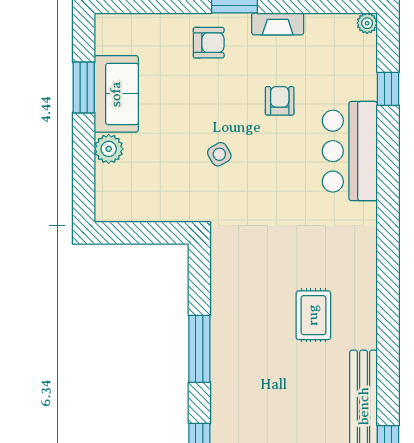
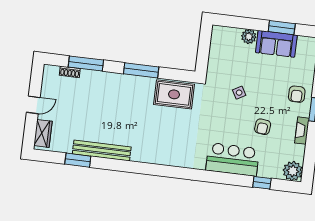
plant: (367, 23) -> (293, 171), width x1.88, depth x1.88
armchair: (280, 101) -> (263, 127), turned 96
rug: (313, 315) -> (174, 94), moved, width x1.36, depth x1.43

